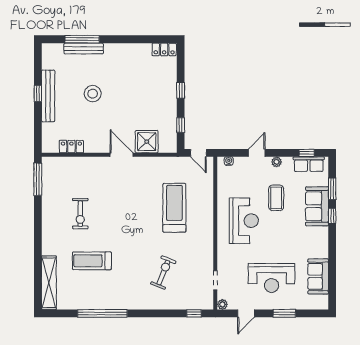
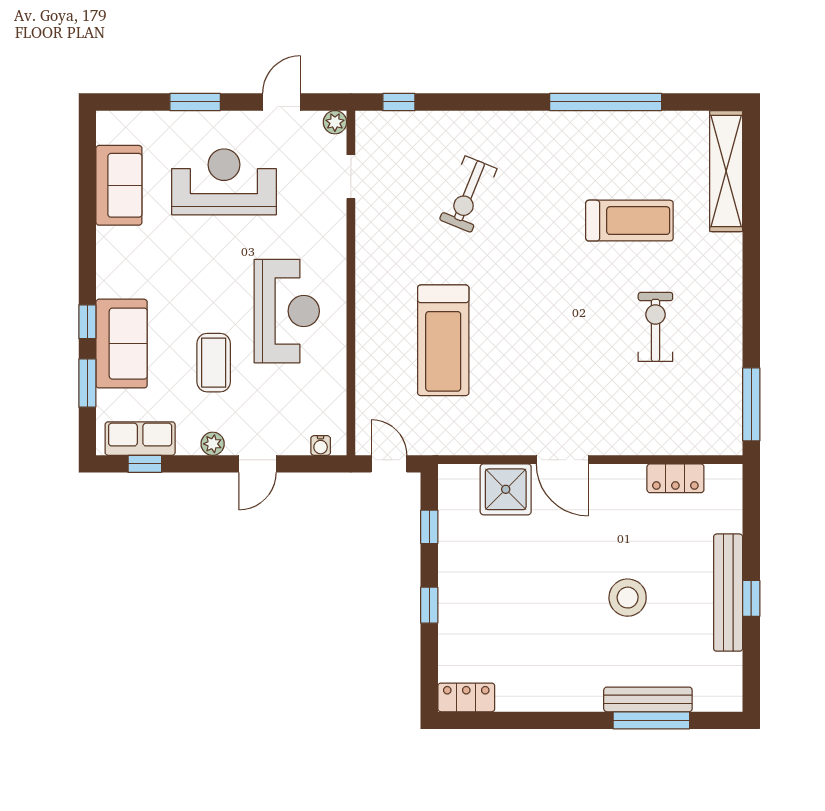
reception desk: (244, 221) -> (287, 311), turned 180

